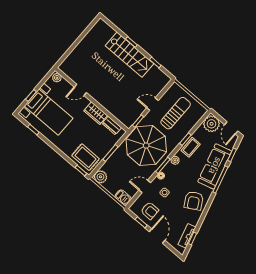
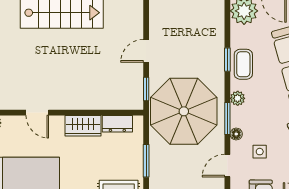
door: (80, 90) -> (37, 113), hinge flipped
sun lounger: (176, 113) -> (186, 37), removed

